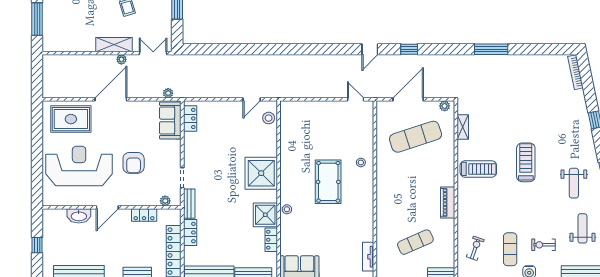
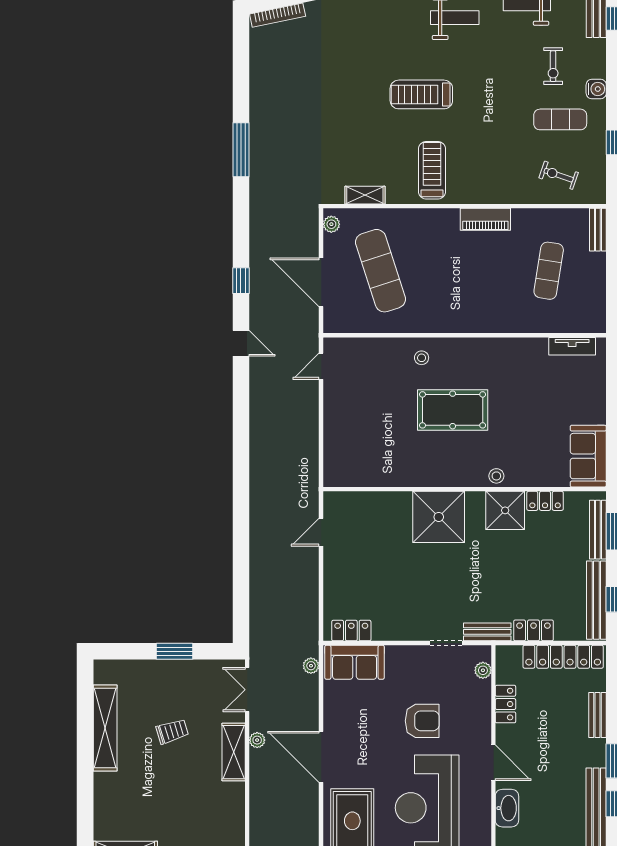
door: (252, 99) -> (321, 532), swing flipped
stool: (269, 118) -> (351, 505), removed
exercise mat: (415, 242) -> (549, 271), turned 33

